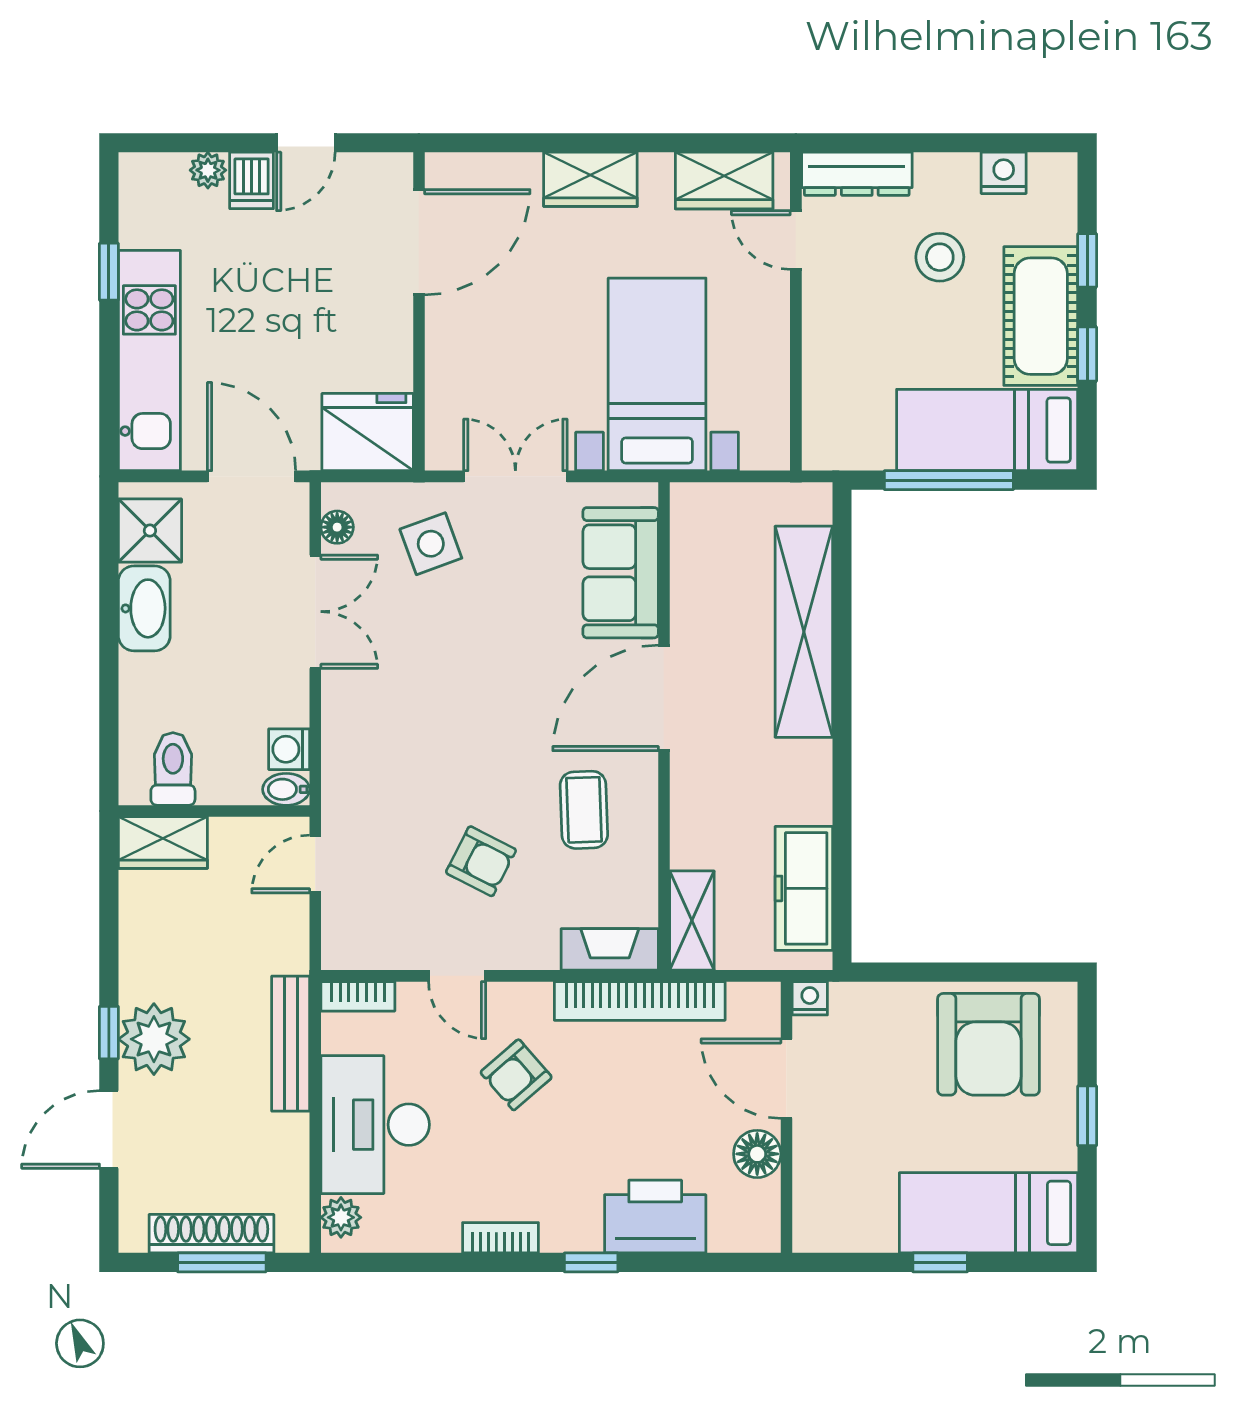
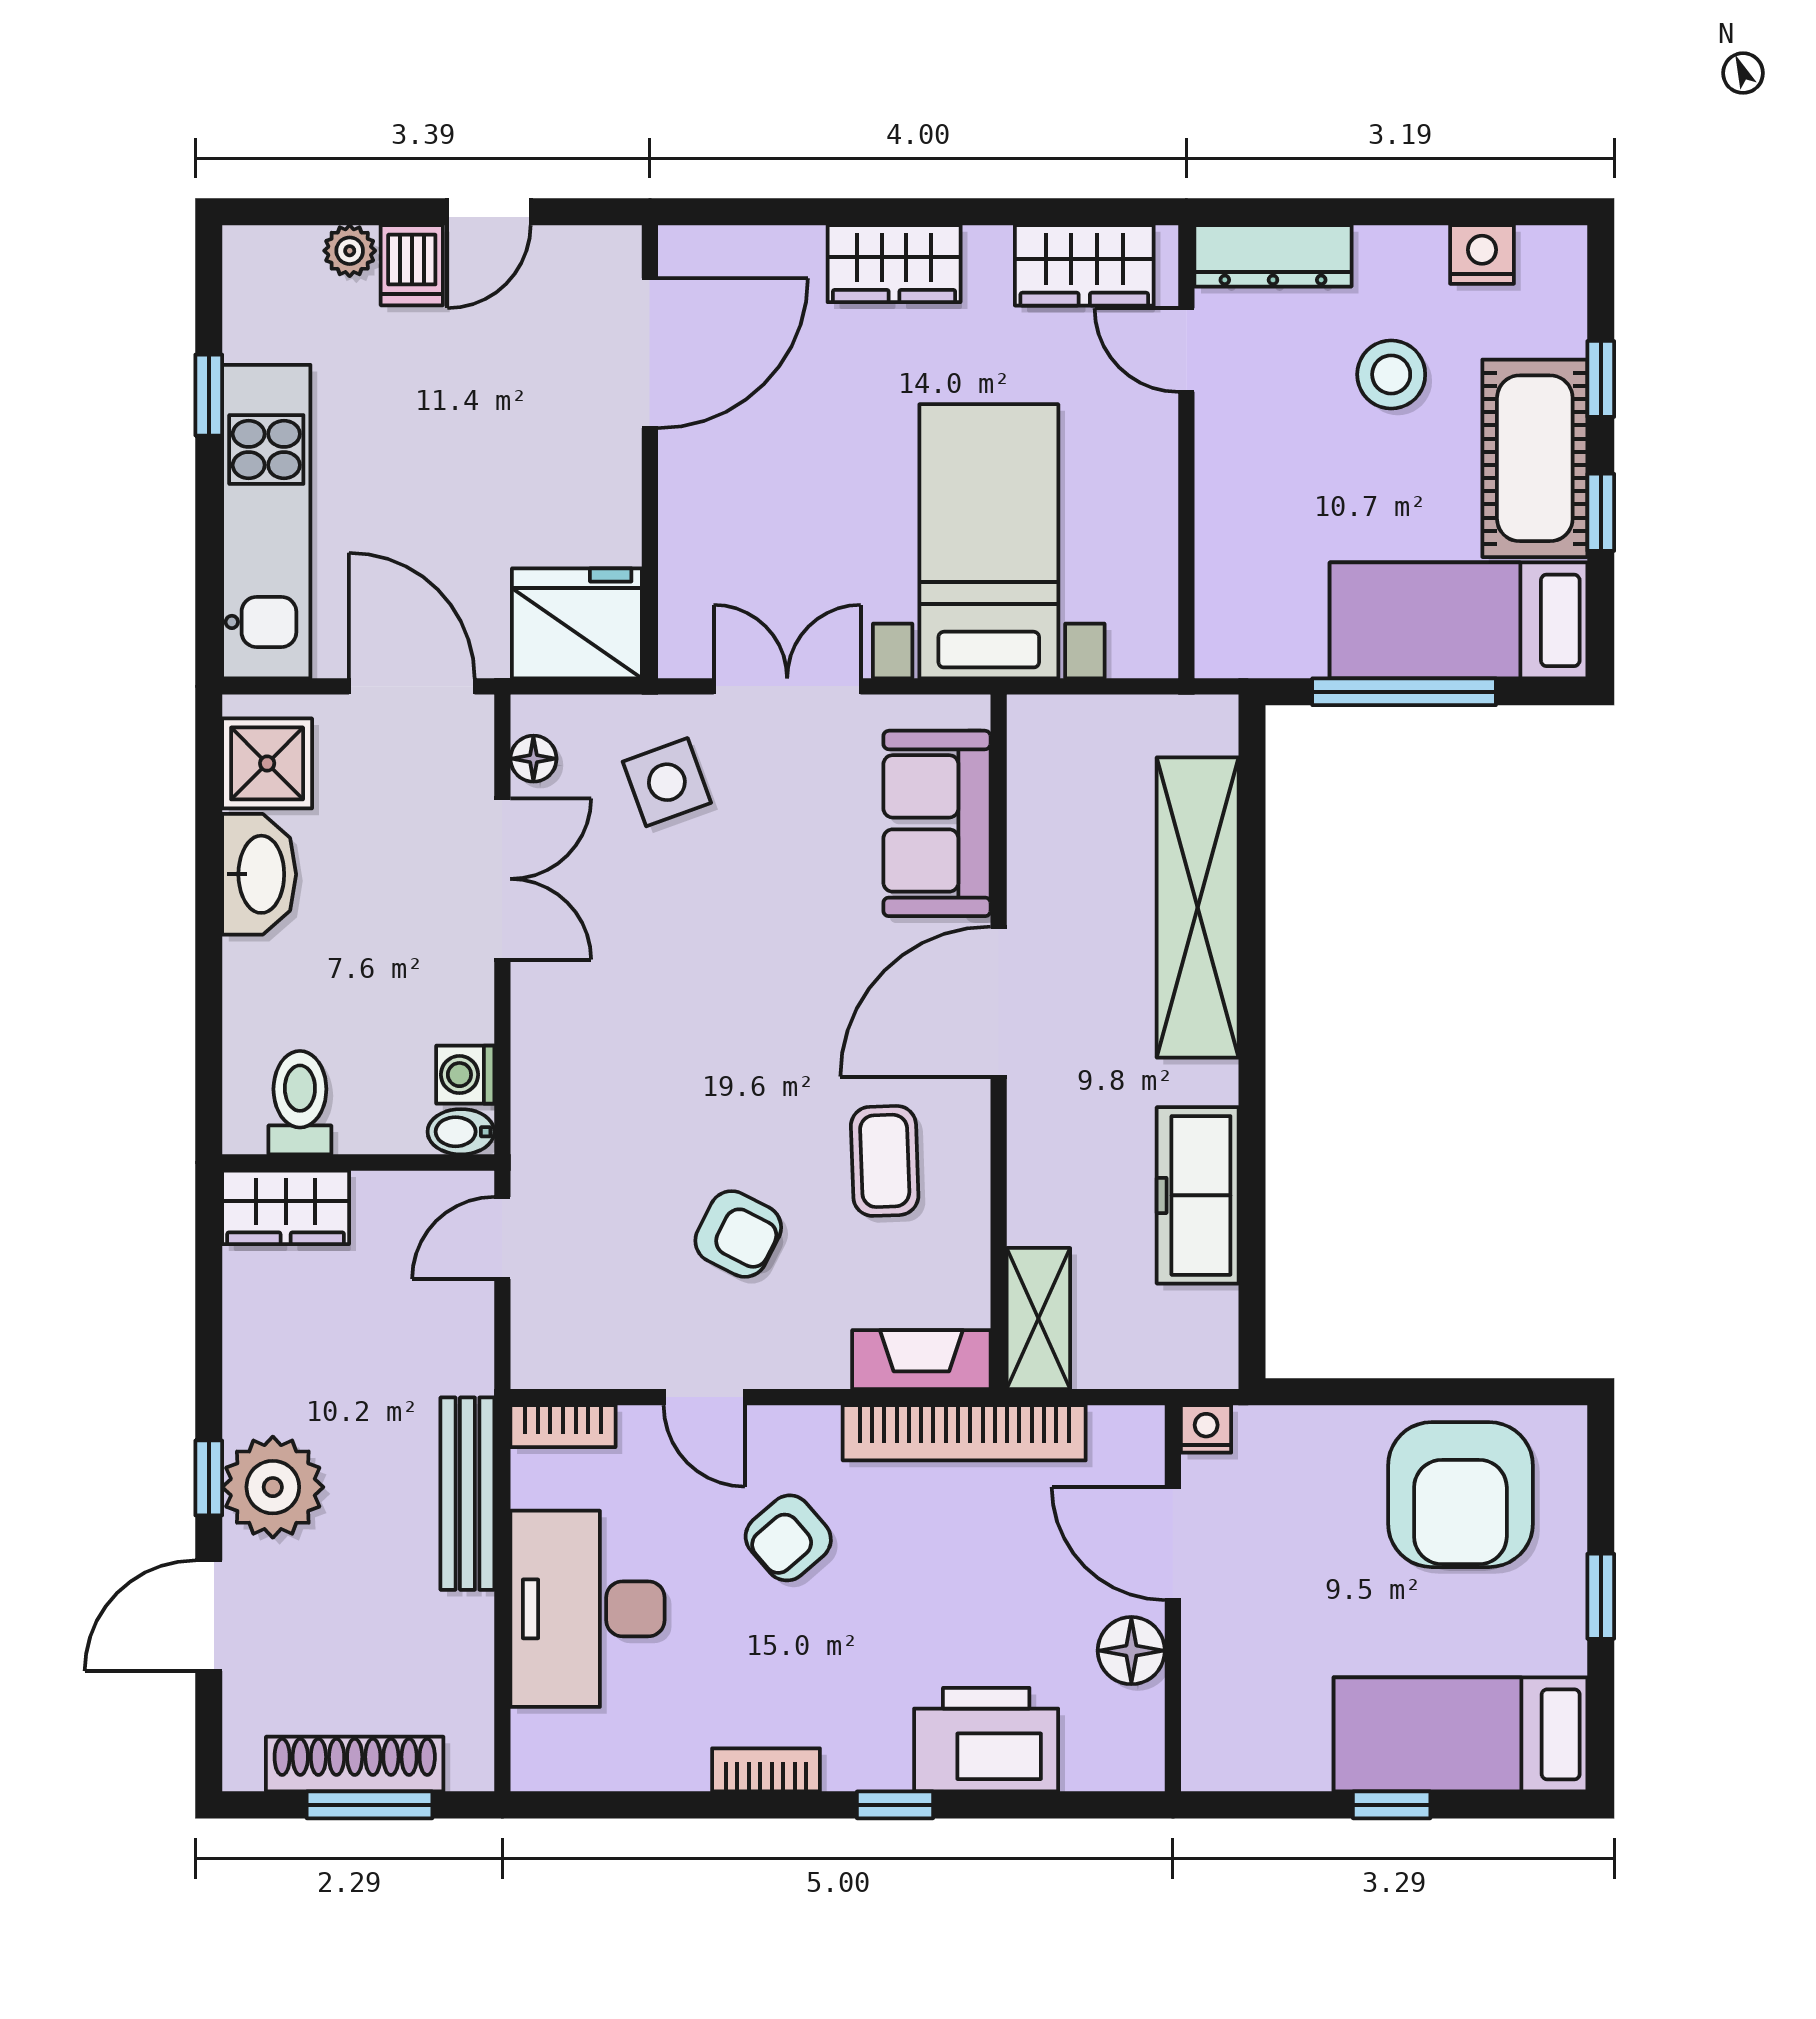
freezer: (804, 888) -> (1198, 1195), moved
plant: (341, 1217) -> (539, 1741), removed

